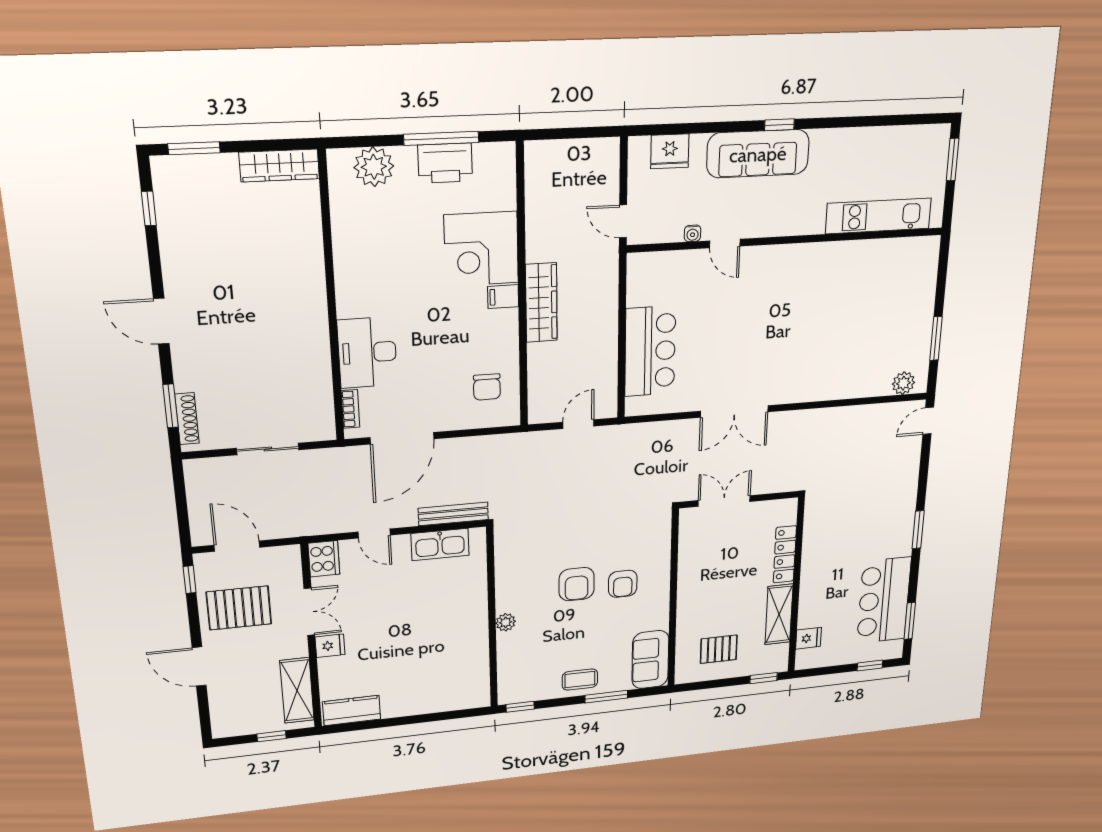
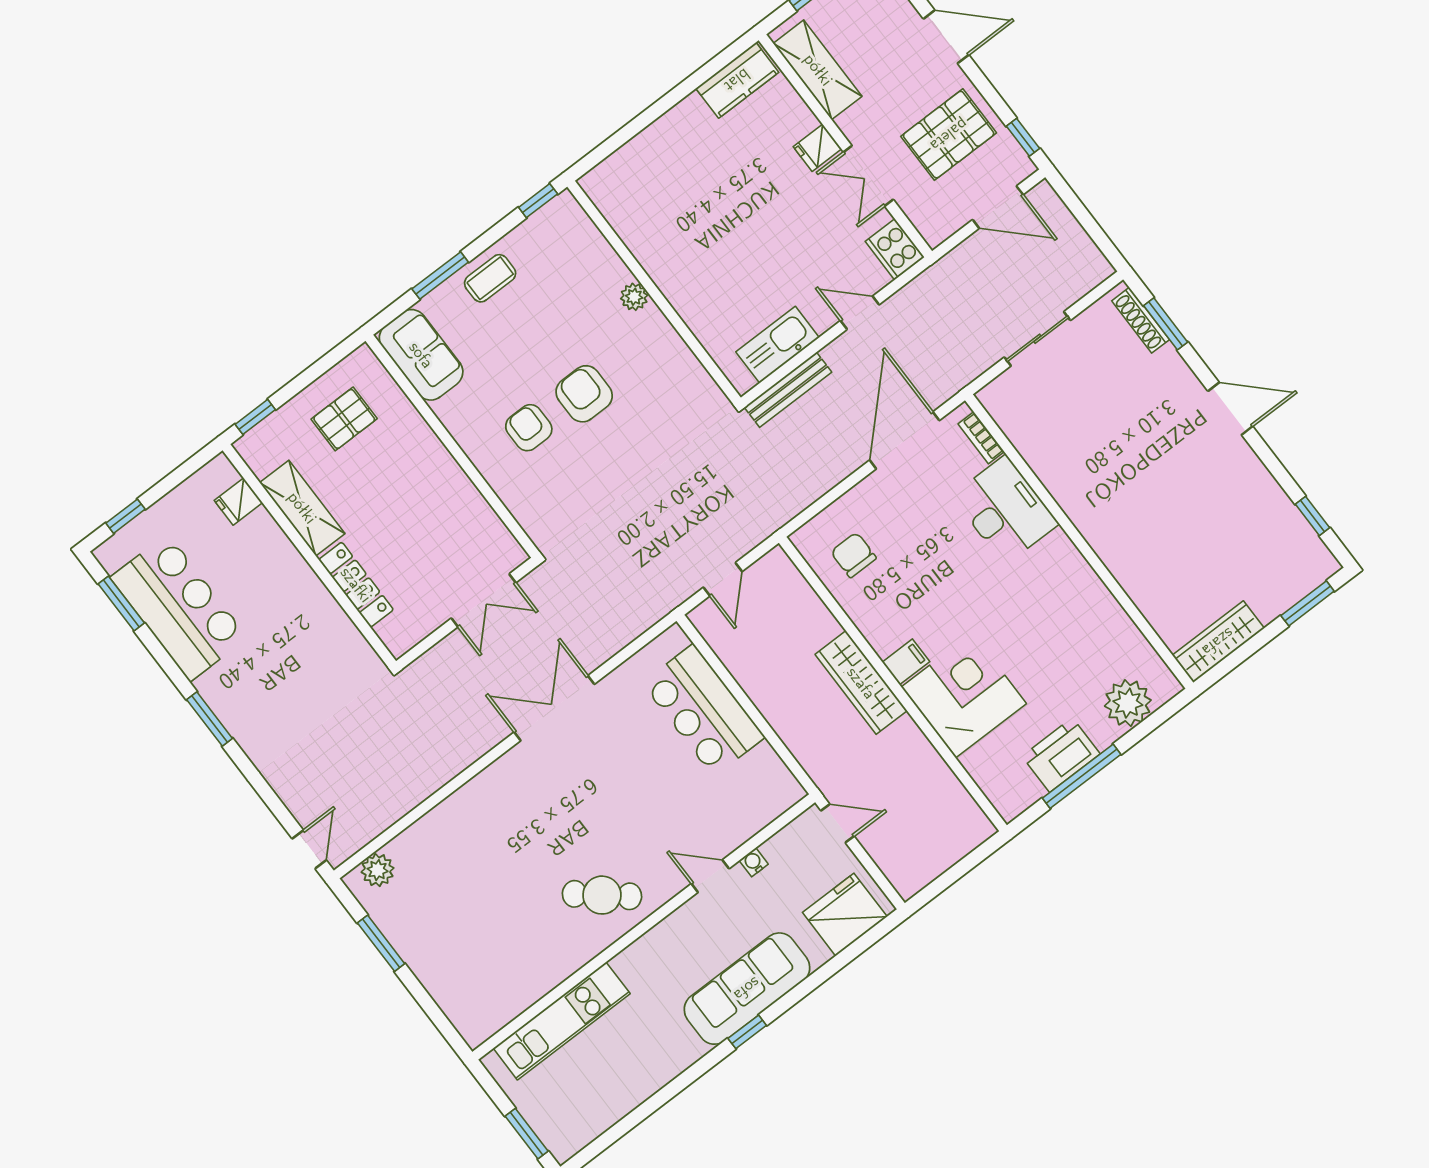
fridge: (670, 151) -> (845, 915), width x1.36, depth x1.34
cafe table: (796, 278) -> (602, 895), added

